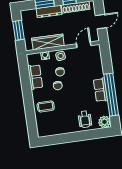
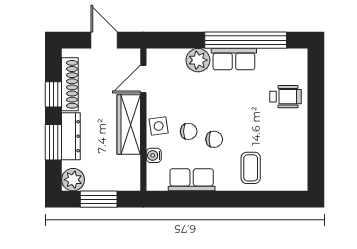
plant: (27, 16) -> (73, 180), added
wardrobe: (48, 42) -> (129, 124), moved
door: (84, 45) -> (143, 79), hinge flipped
plant: (104, 122) -> (198, 60), moved

